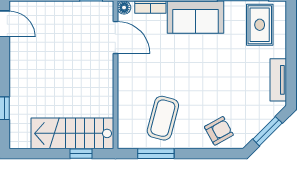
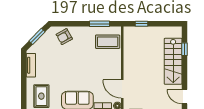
coffee table: (163, 118) -> (108, 42), moved, turned 75
stairs: (72, 133) -> (173, 61), moved, turned 90

